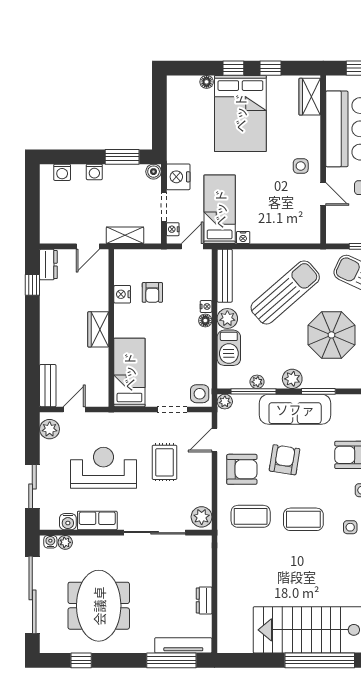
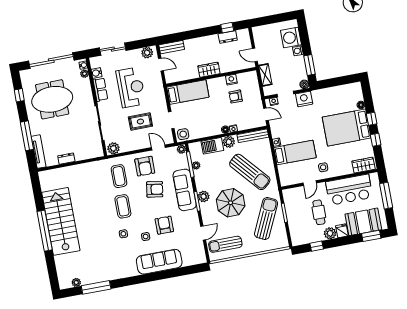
washing machine: (62, 172) -> (291, 37), width x1.89, depth x1.89
bed: (220, 209) -> (295, 153), moved
dresser: (48, 265) -> (228, 37), moved
plant: (292, 379) -> (204, 196), moved
window: (171, 660) -> (27, 136), moved

